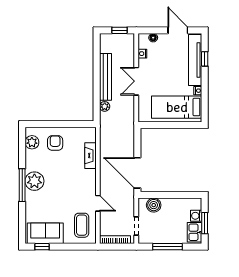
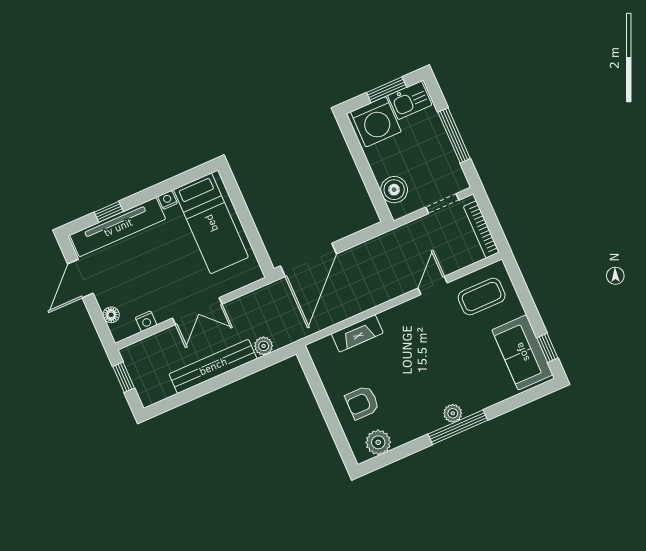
door: (137, 173) -> (308, 260), moved
plant: (34, 181) -> (453, 413), width x0.53, depth x0.53
washing machine: (196, 216) -> (376, 122), width x1.89, depth x1.89

